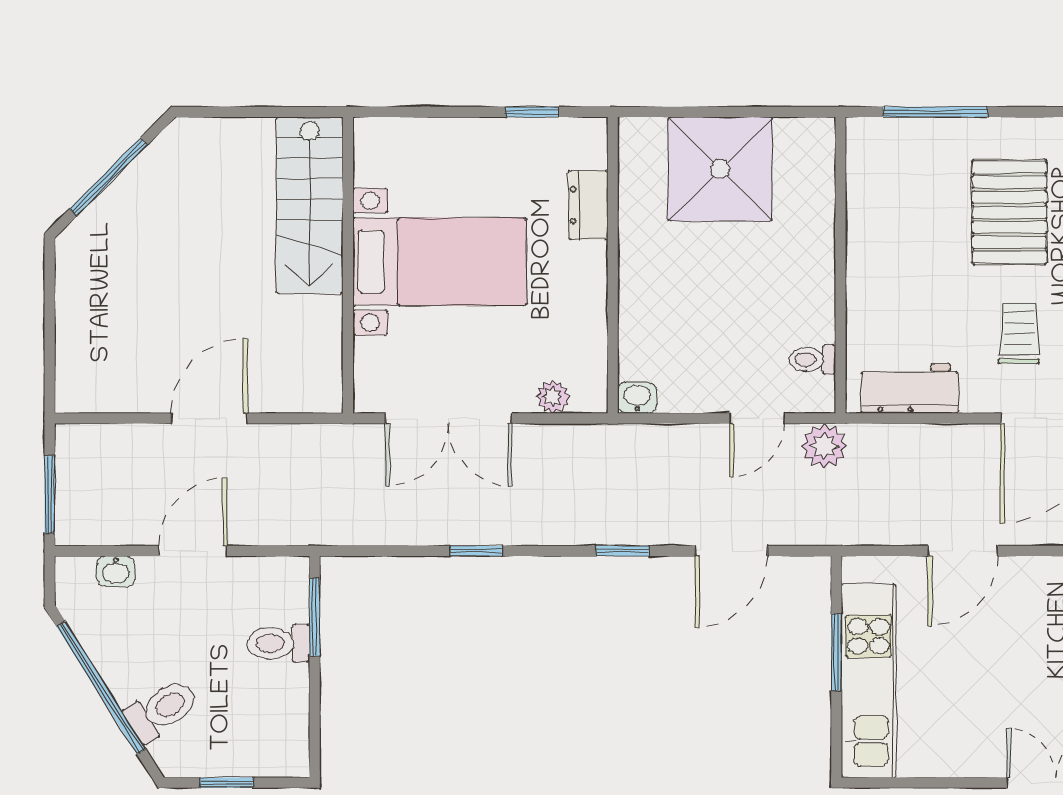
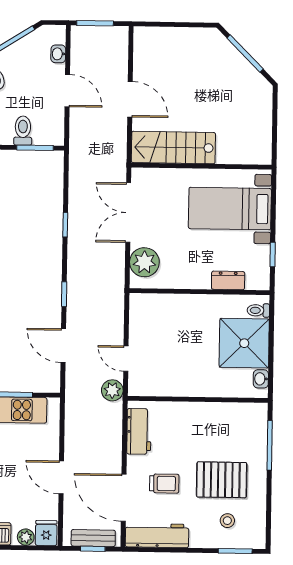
stairs: (310, 205) -> (173, 148), moved
bed with nightstands: (440, 262) -> (230, 209), moved, turned 90
toilet: (812, 360) -> (258, 310), moved, turned -90
plant: (553, 397) -> (144, 262), width x1.88, depth x1.88
washbasin: (637, 398) -> (261, 379), moved, turned 180
door: (963, 551) -> (61, 477), moved

